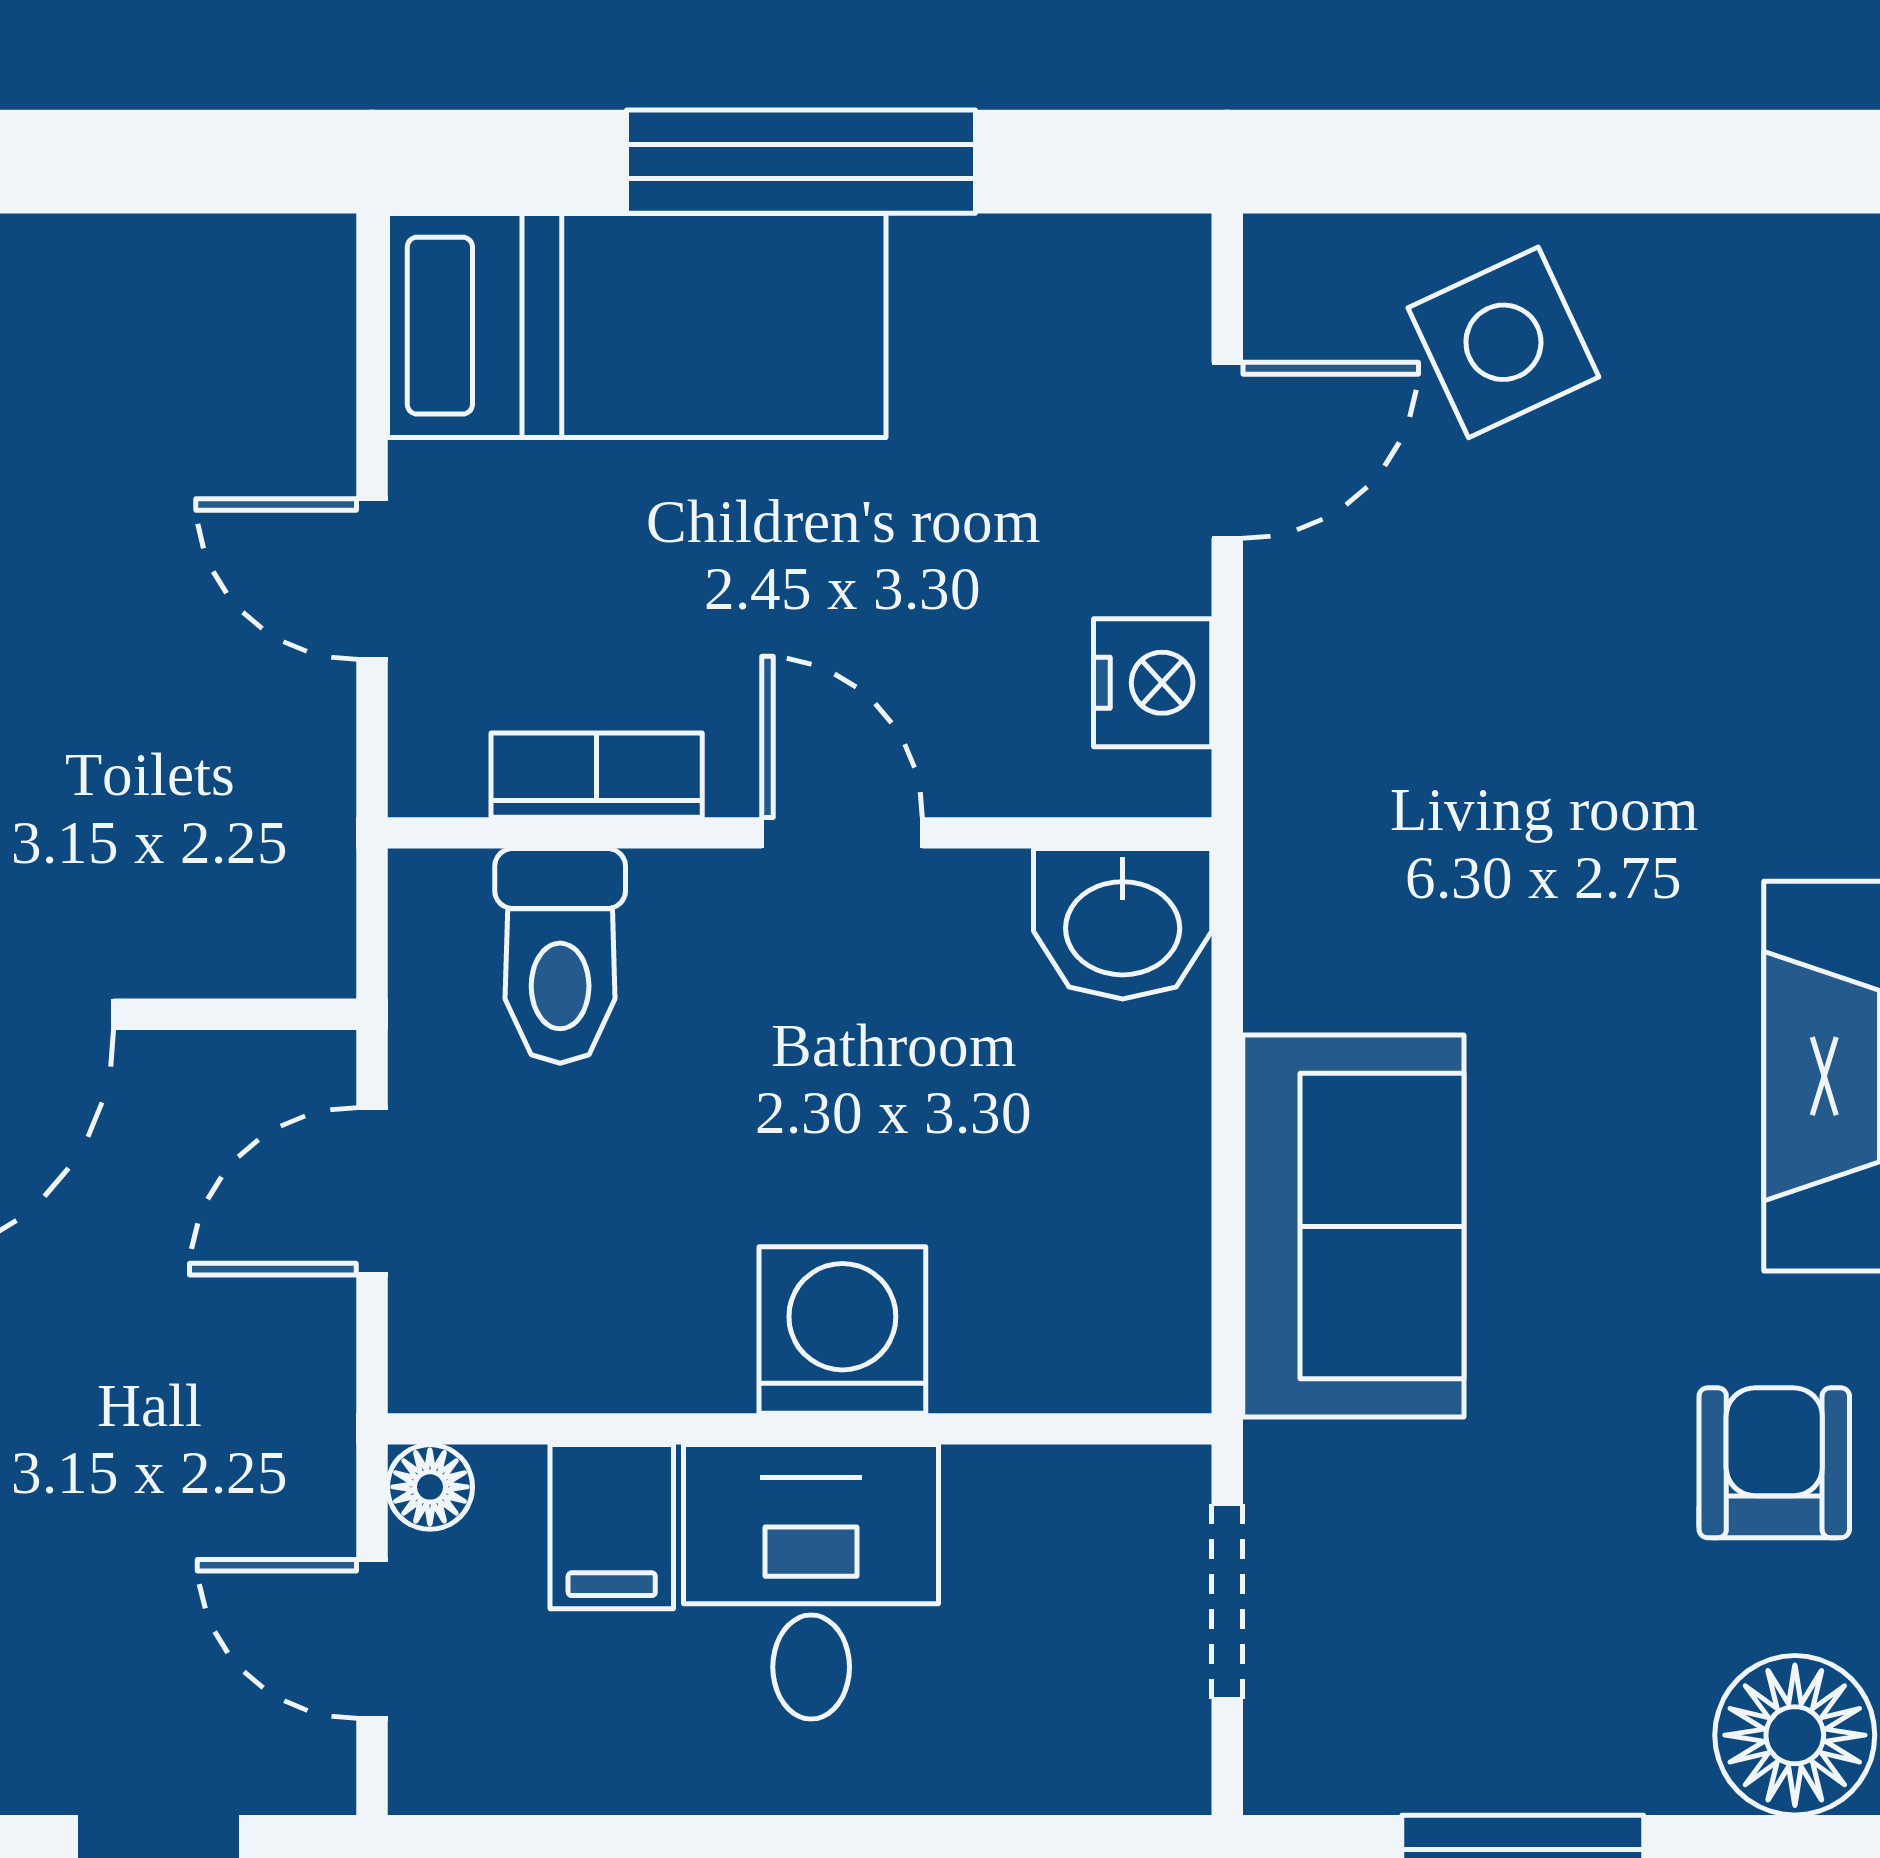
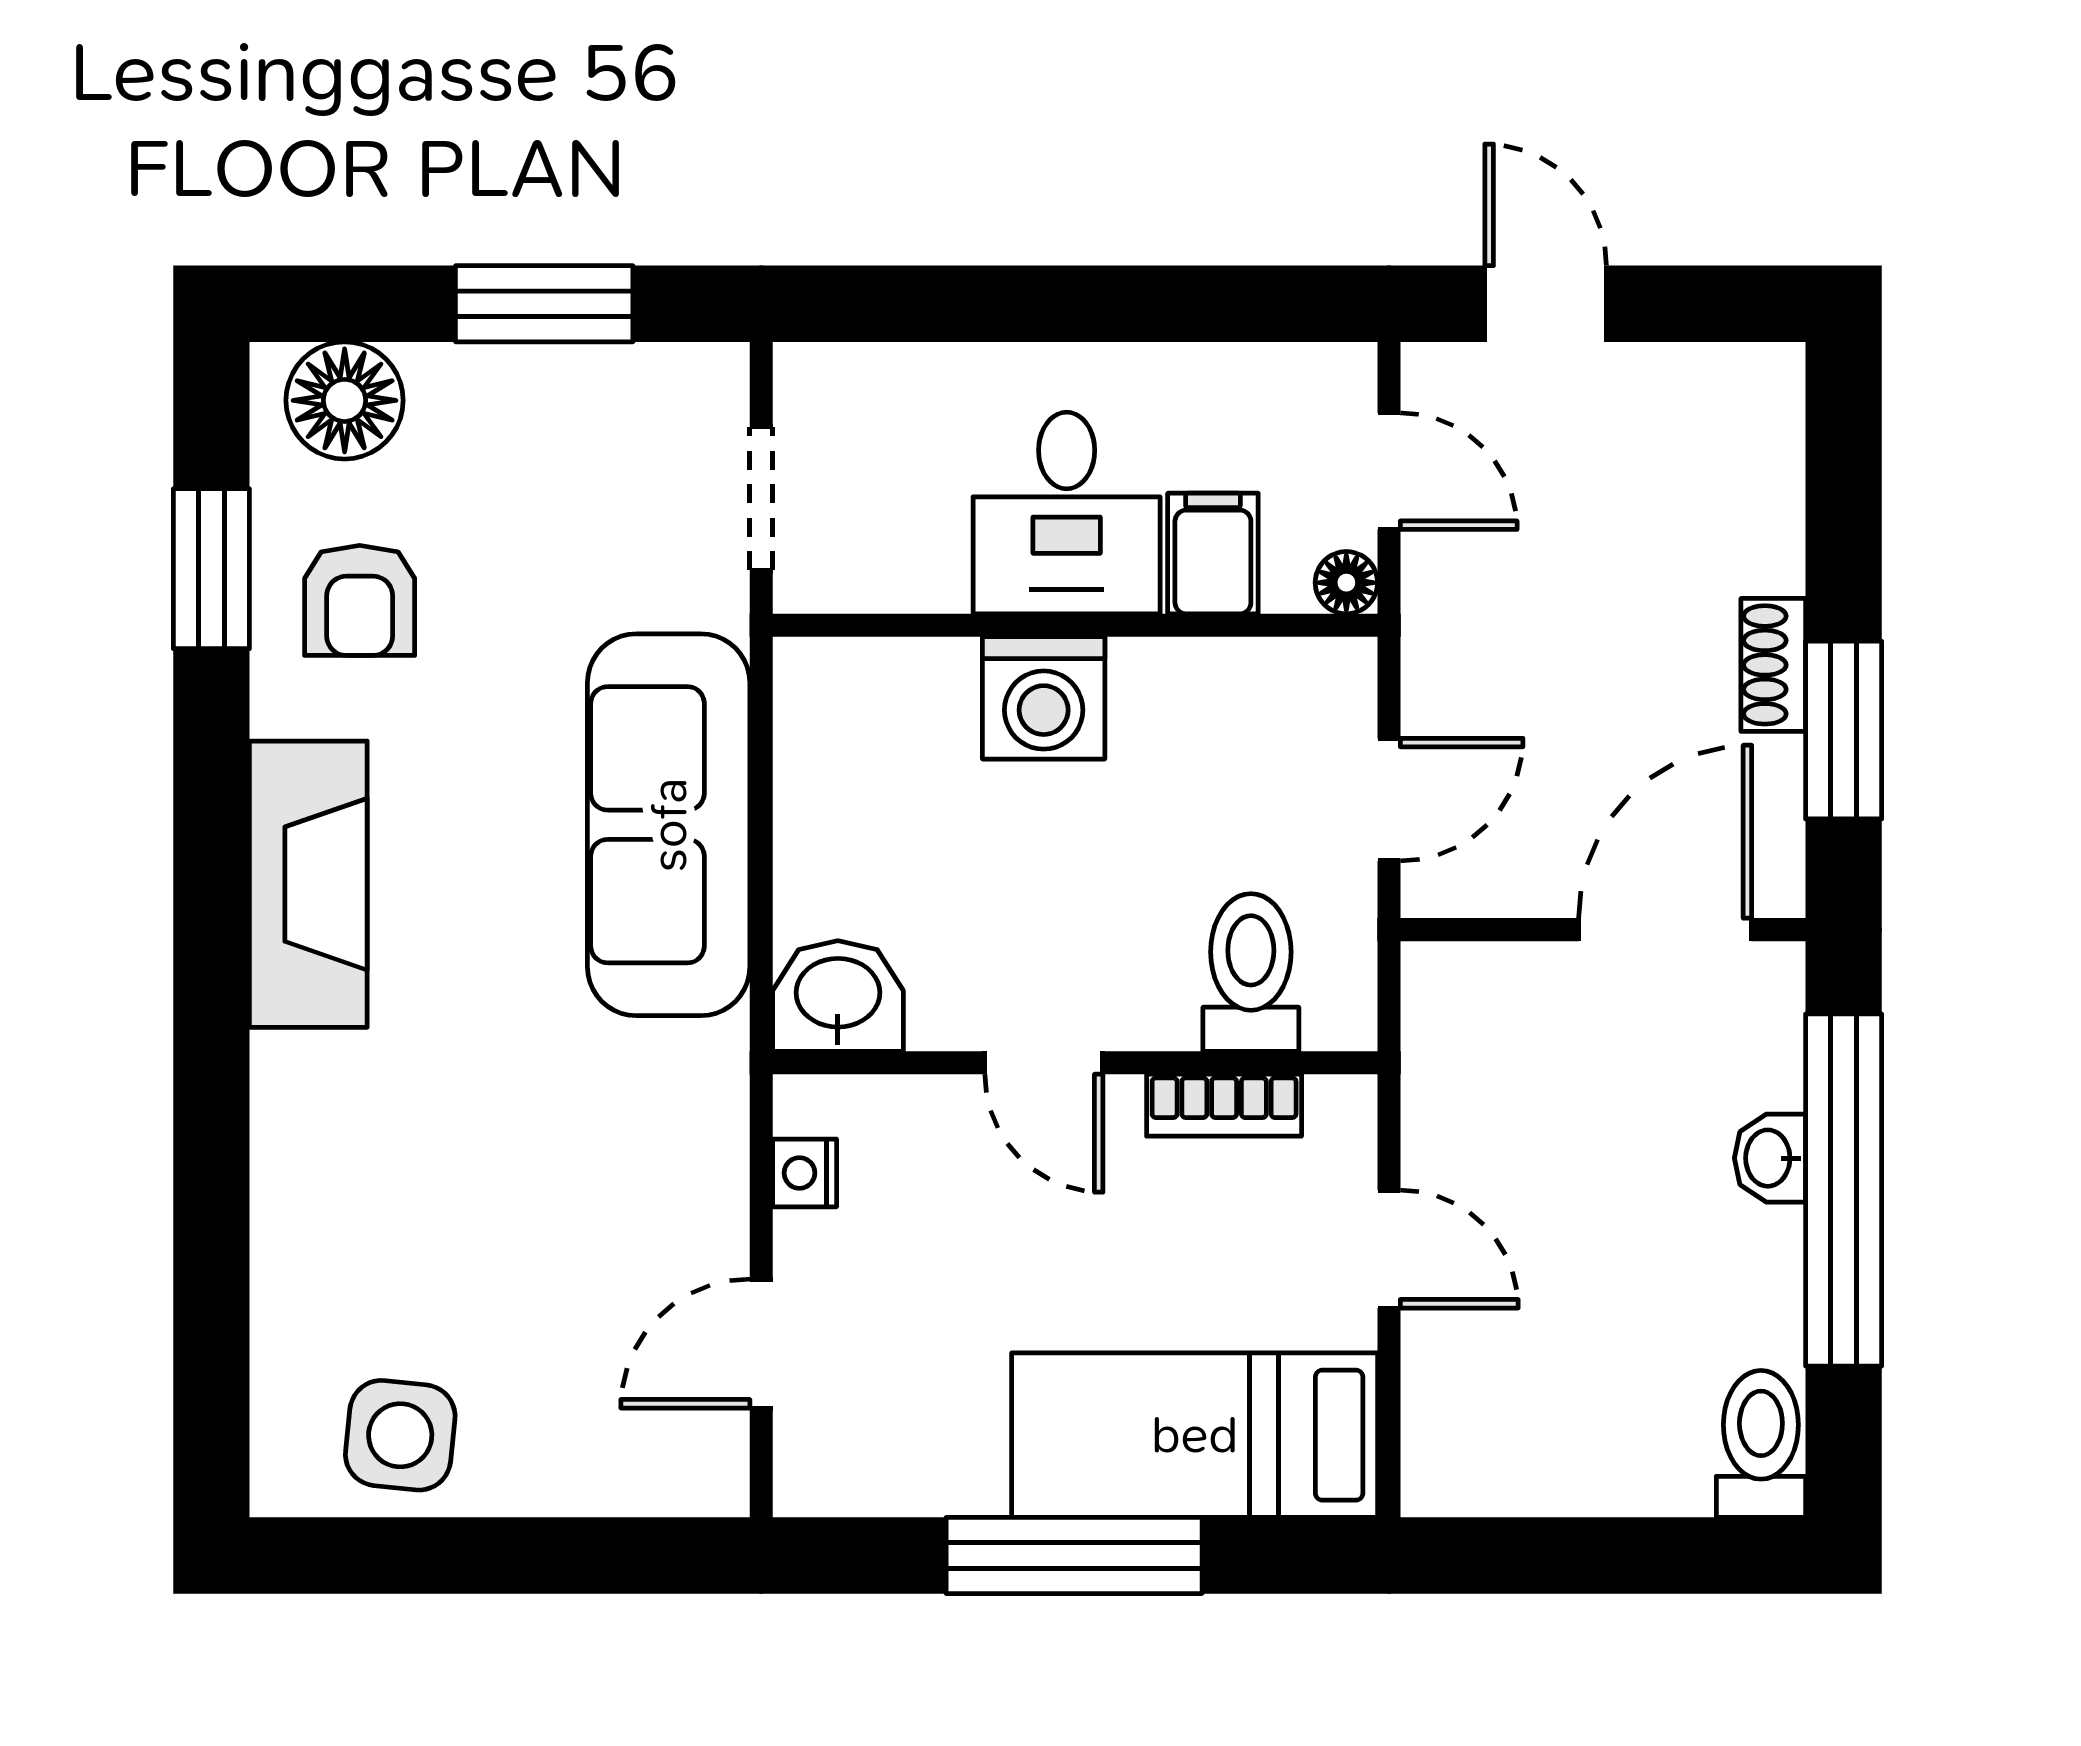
side table: (1503, 342) -> (400, 1435), moved, turned 31
nightstand: (1153, 683) -> (805, 1173), width x0.72, depth x0.74
sofa: (1353, 1226) -> (669, 825), width x1.36

